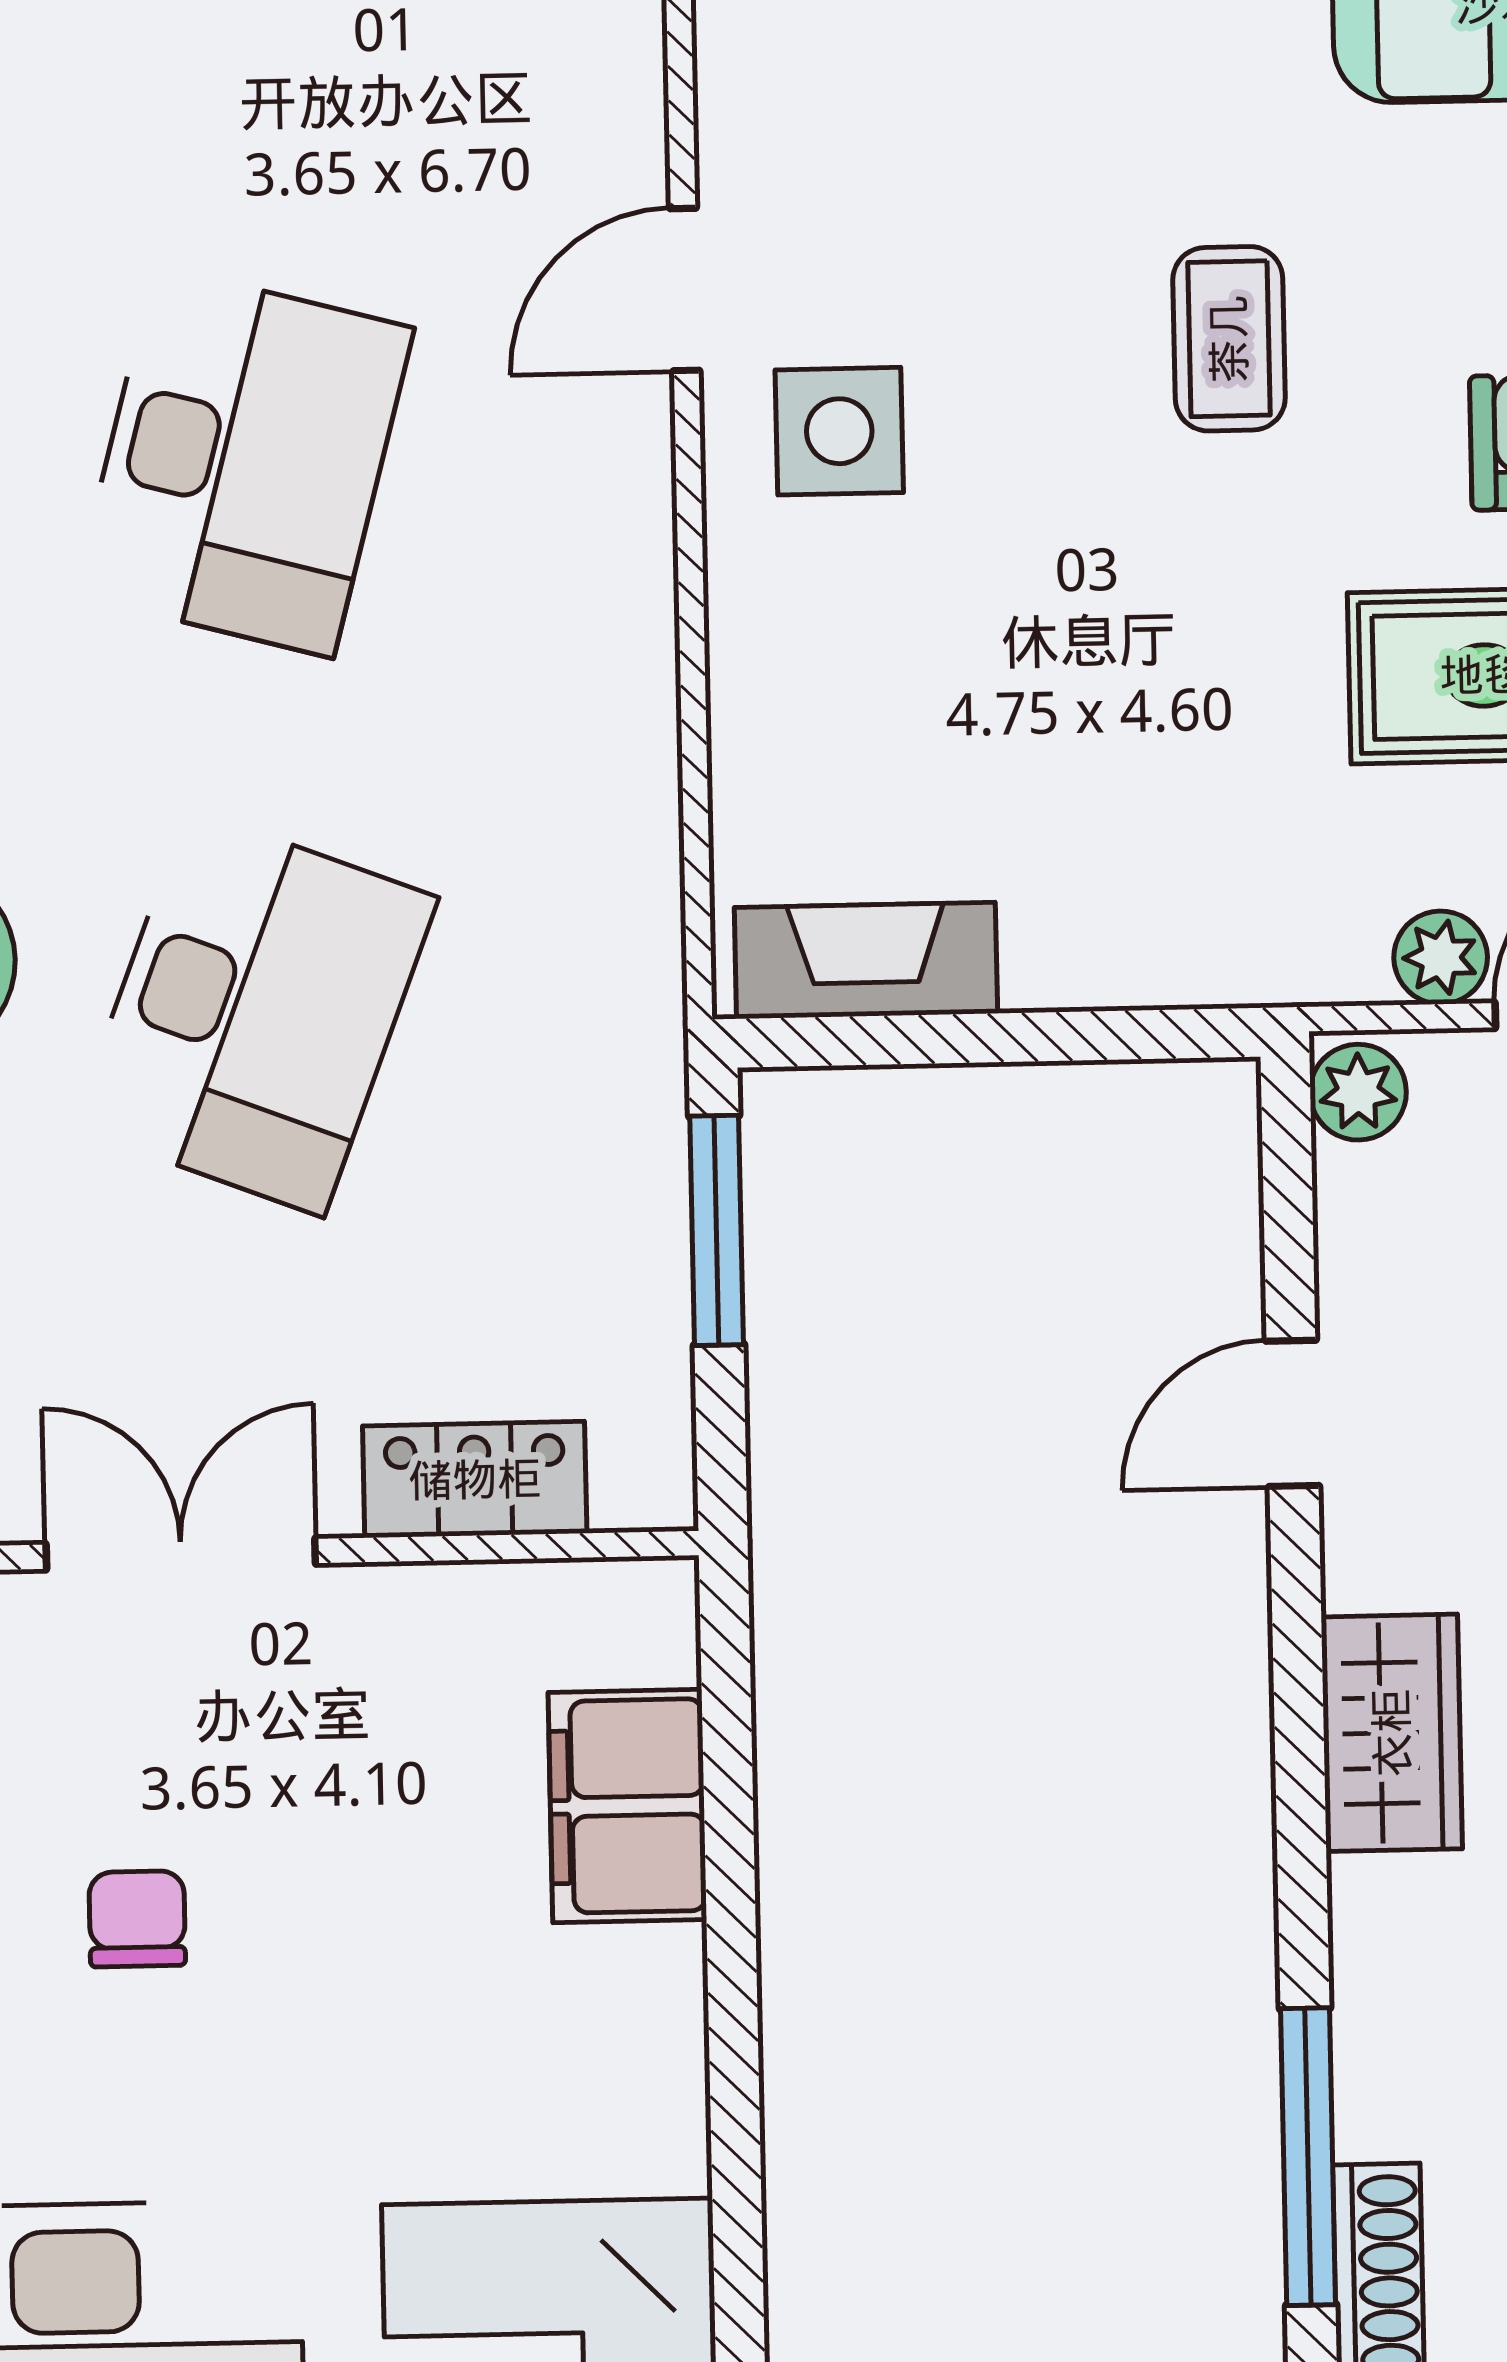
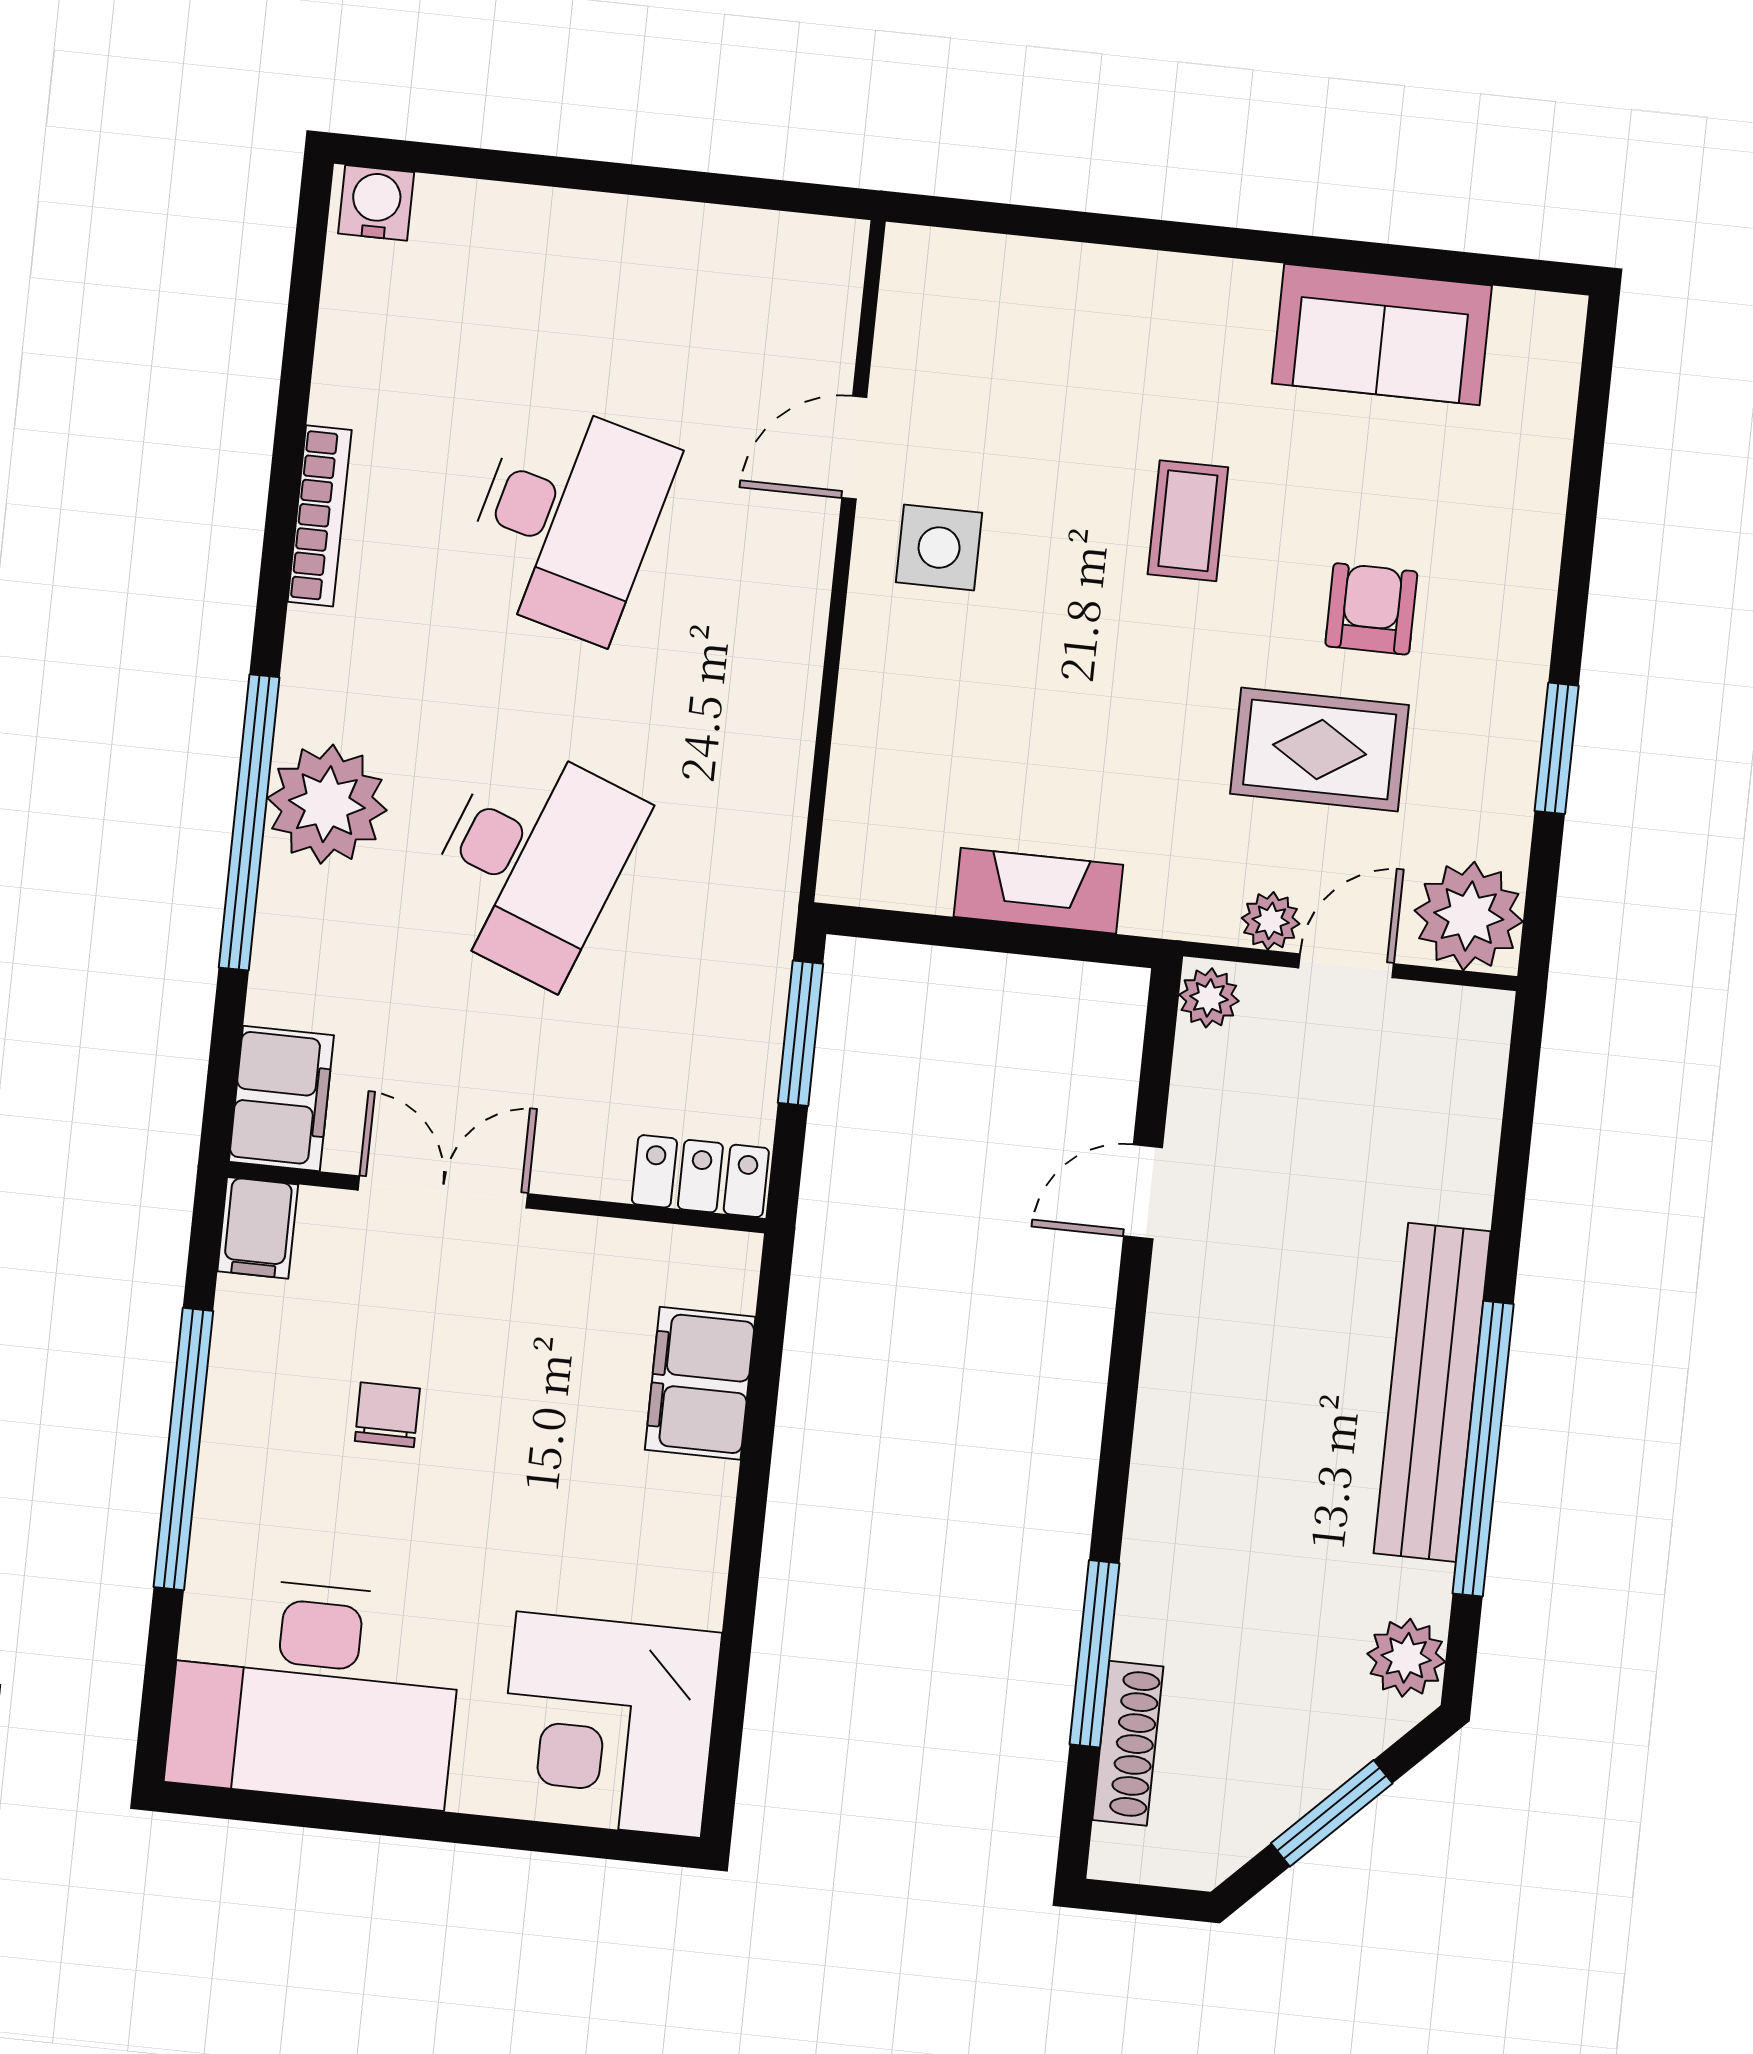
fireplace: (866, 960) -> (1038, 891), moved
locker: (475, 1480) -> (700, 1176), moved
wardrobe: (1392, 1733) -> (1180, 1398), removed

